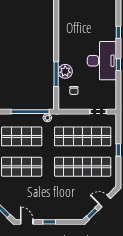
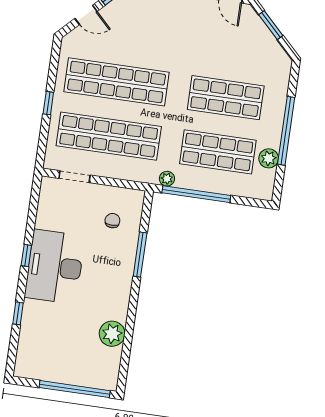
plant: (65, 71) -> (112, 334), moved

